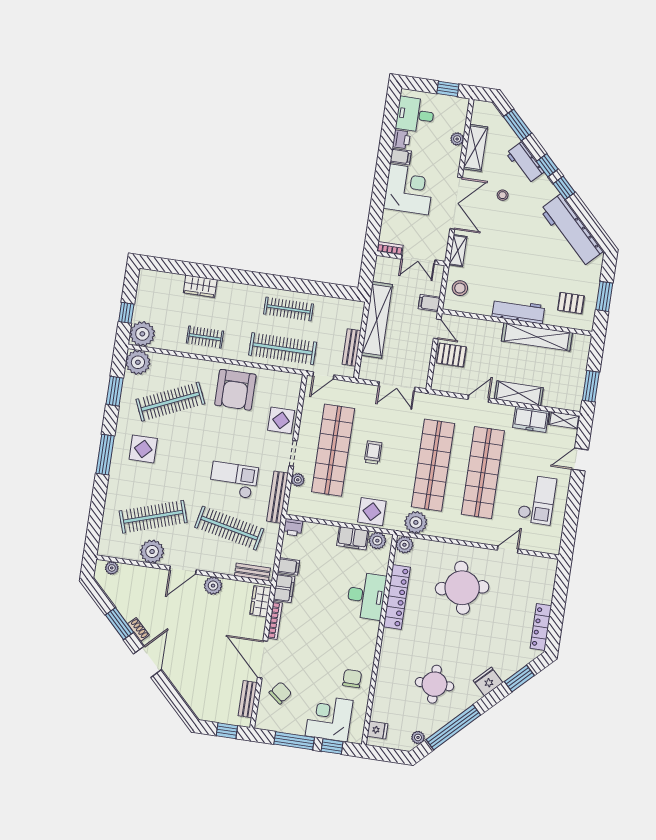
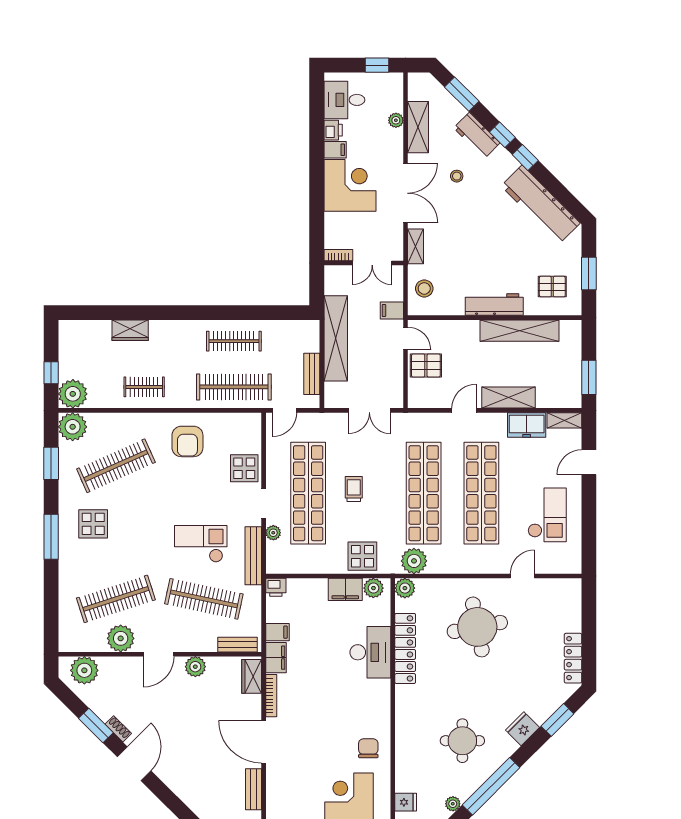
armchair: (235, 390) -> (187, 441), width x0.73, depth x0.73
plant: (112, 568) -> (84, 670), width x1.87, depth x1.87
chair: (280, 693) -> (290, 777), removed

